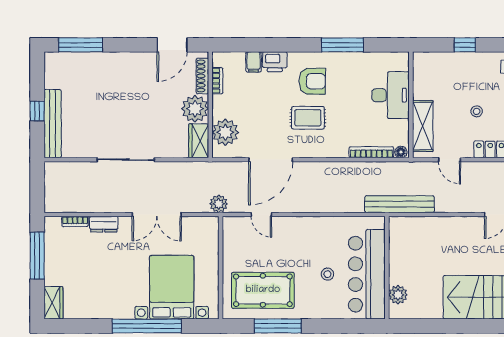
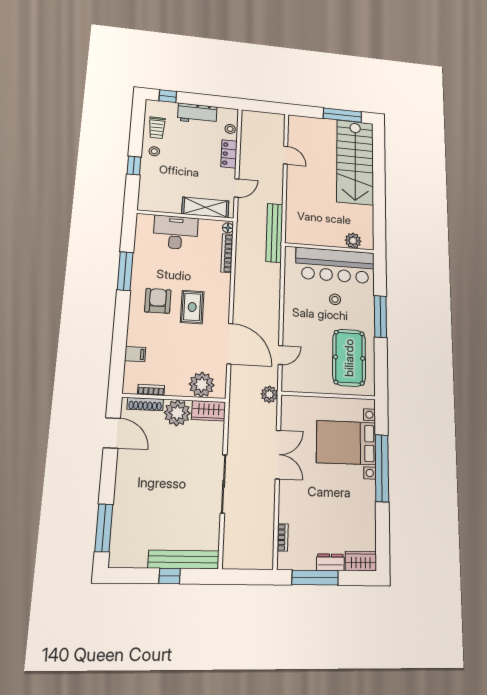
printer: (275, 62) -> (137, 334), removed
stool: (477, 111) -> (154, 151), moved
dresser: (104, 224) -> (330, 562), moved, turned -90
window: (278, 326) -> (380, 316), moved

